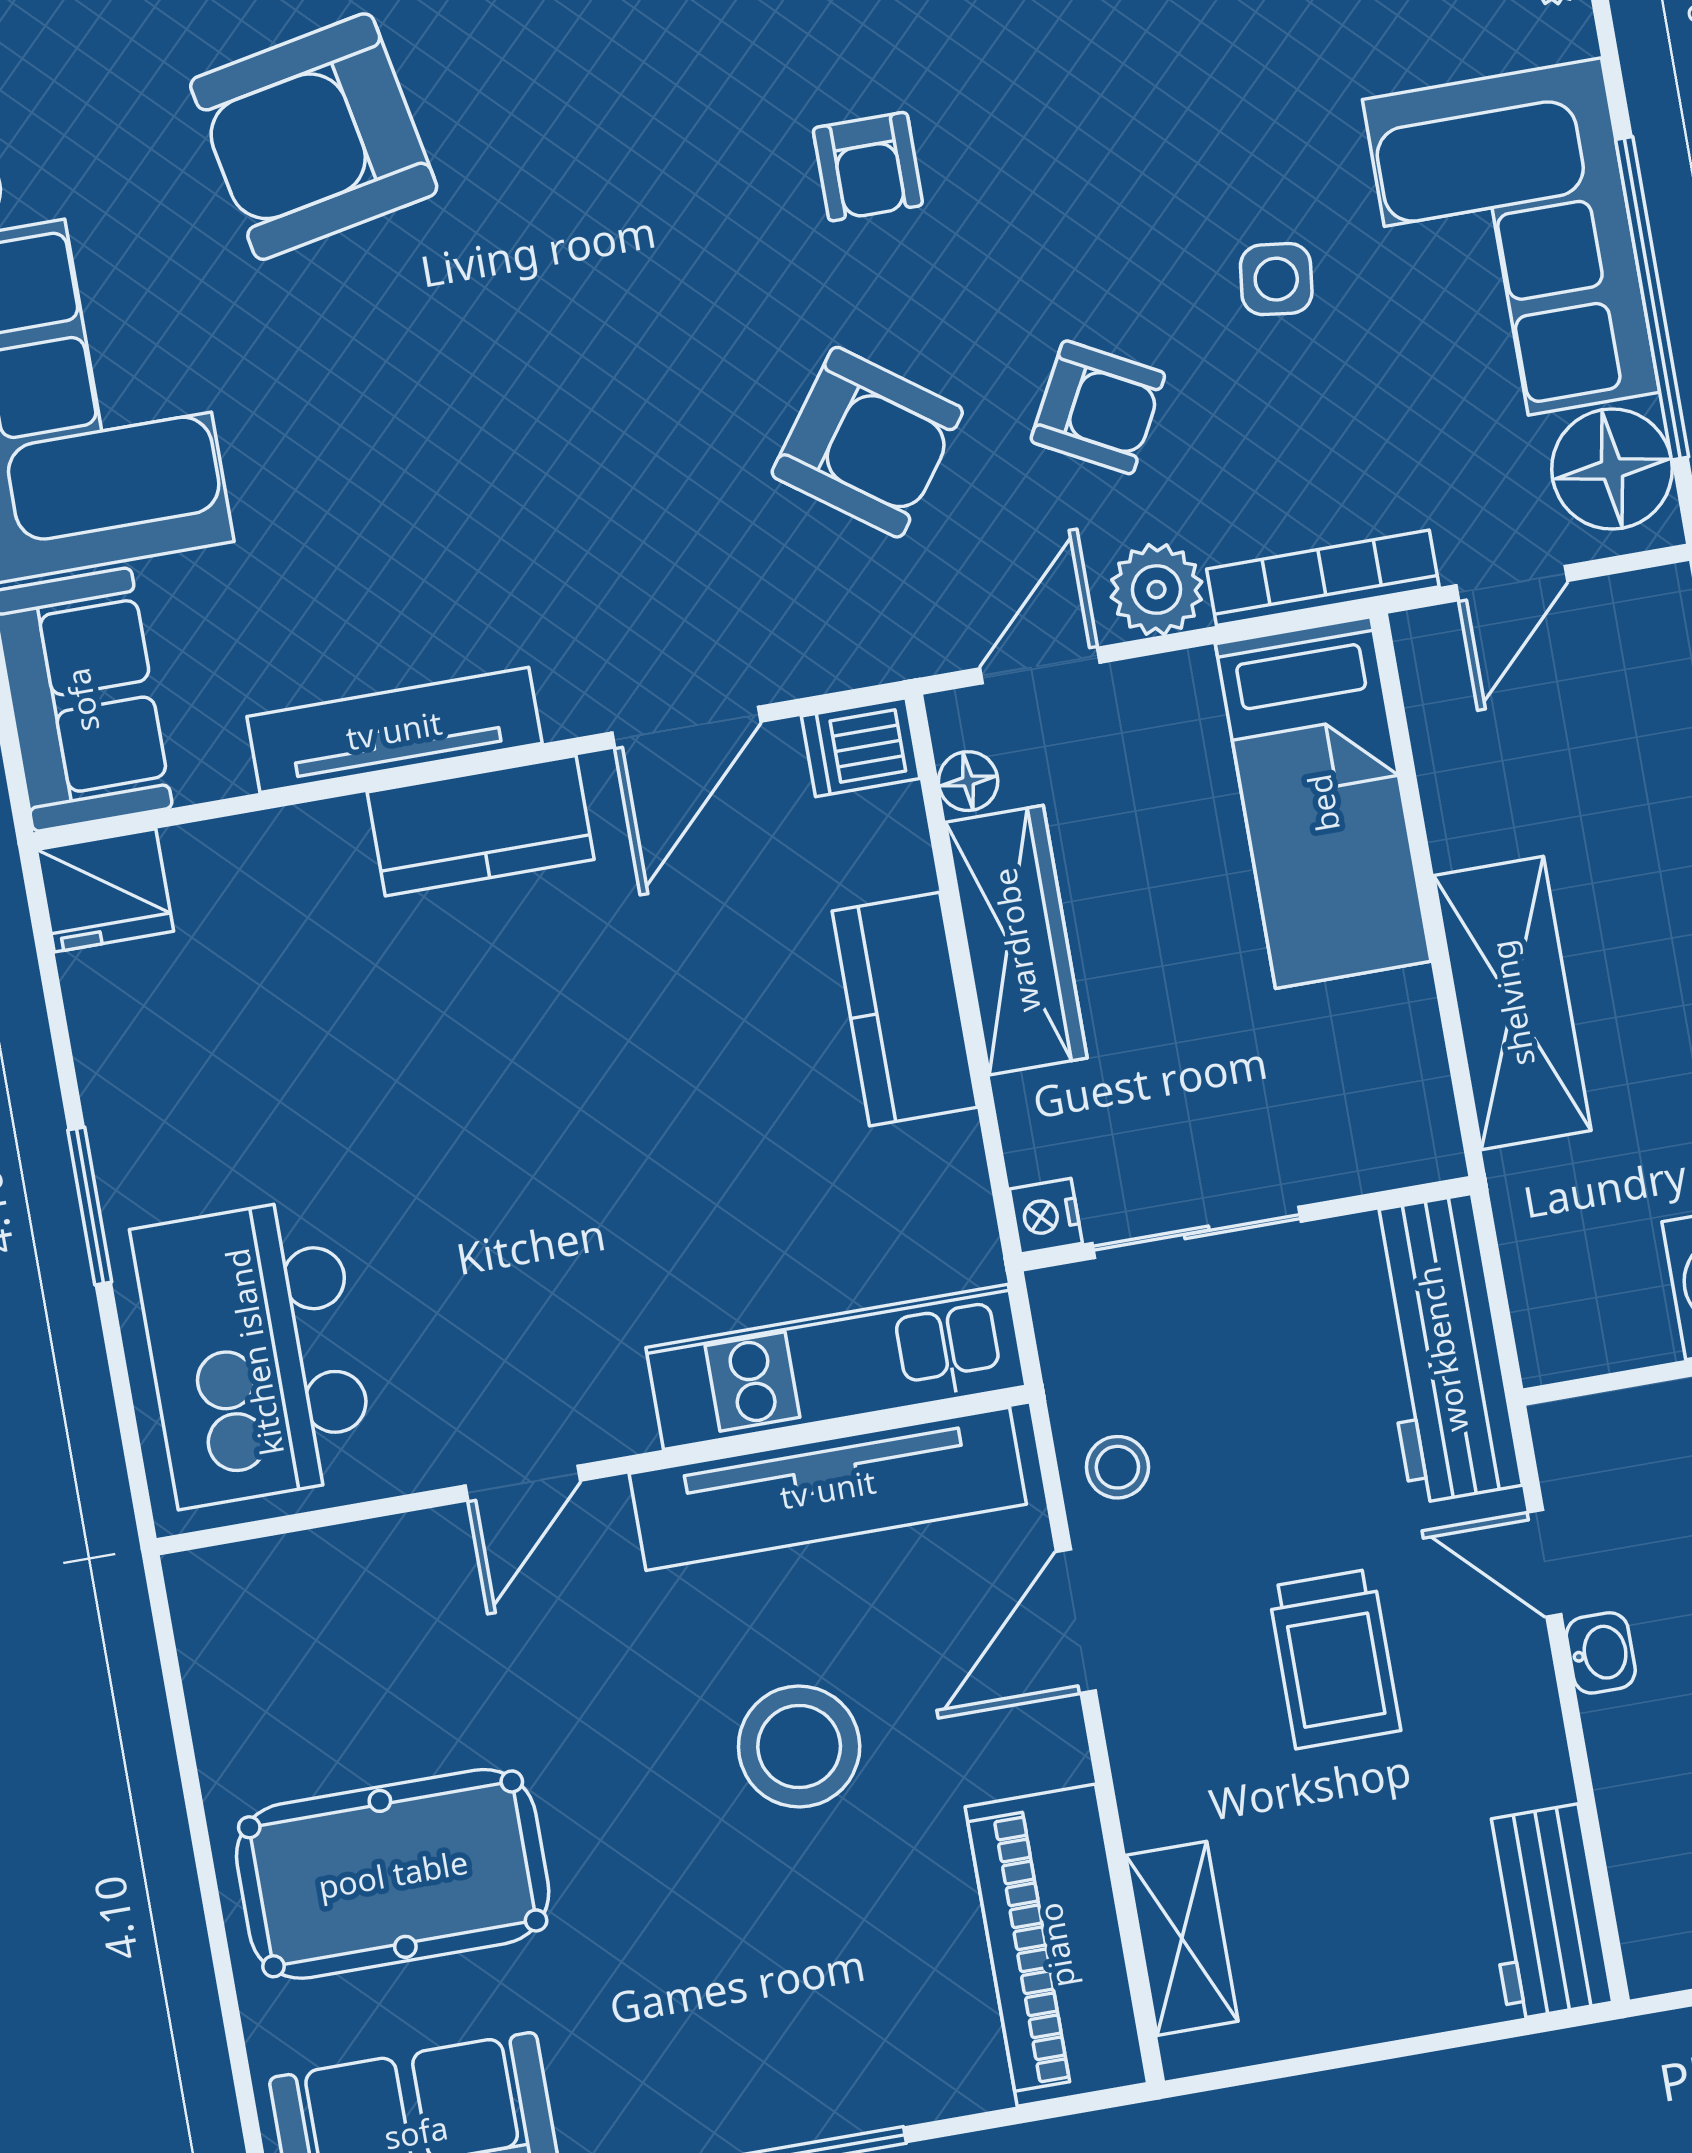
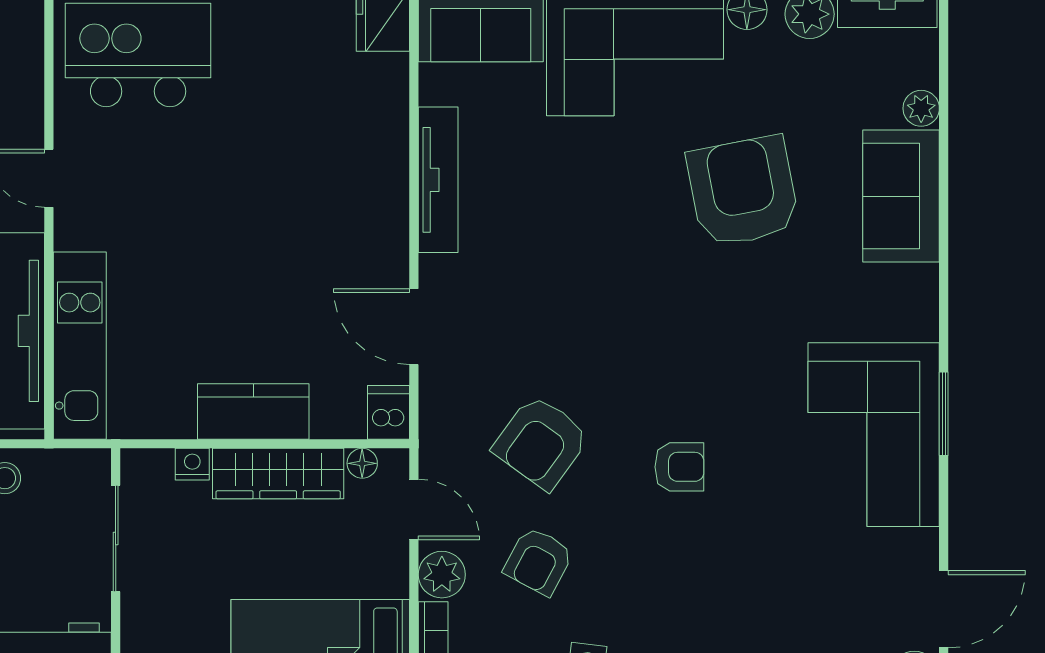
armchair: (868, 167) -> (679, 467), turned 180
kitchen counter: (481, 826) -> (382, 215), removed
nightstand: (1046, 1216) -> (192, 464), moved

